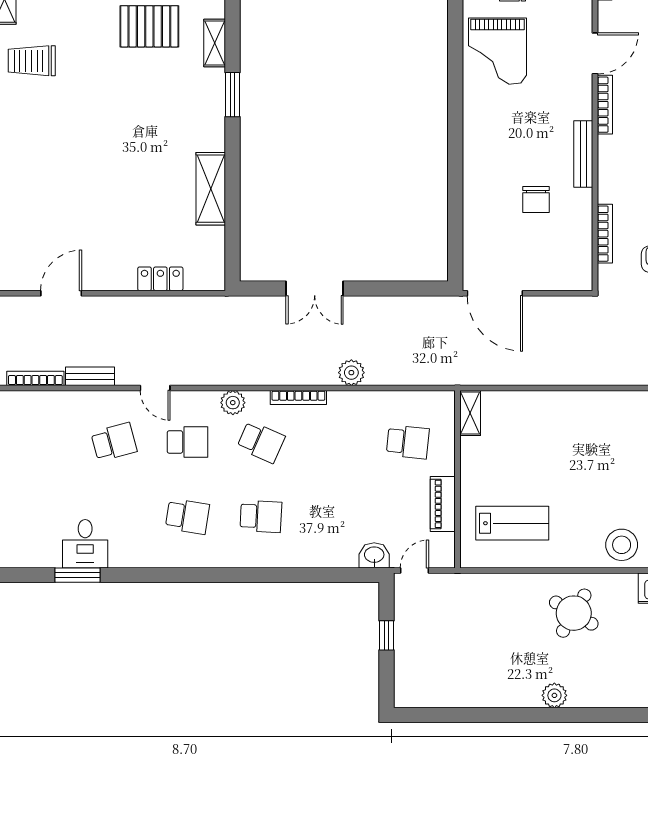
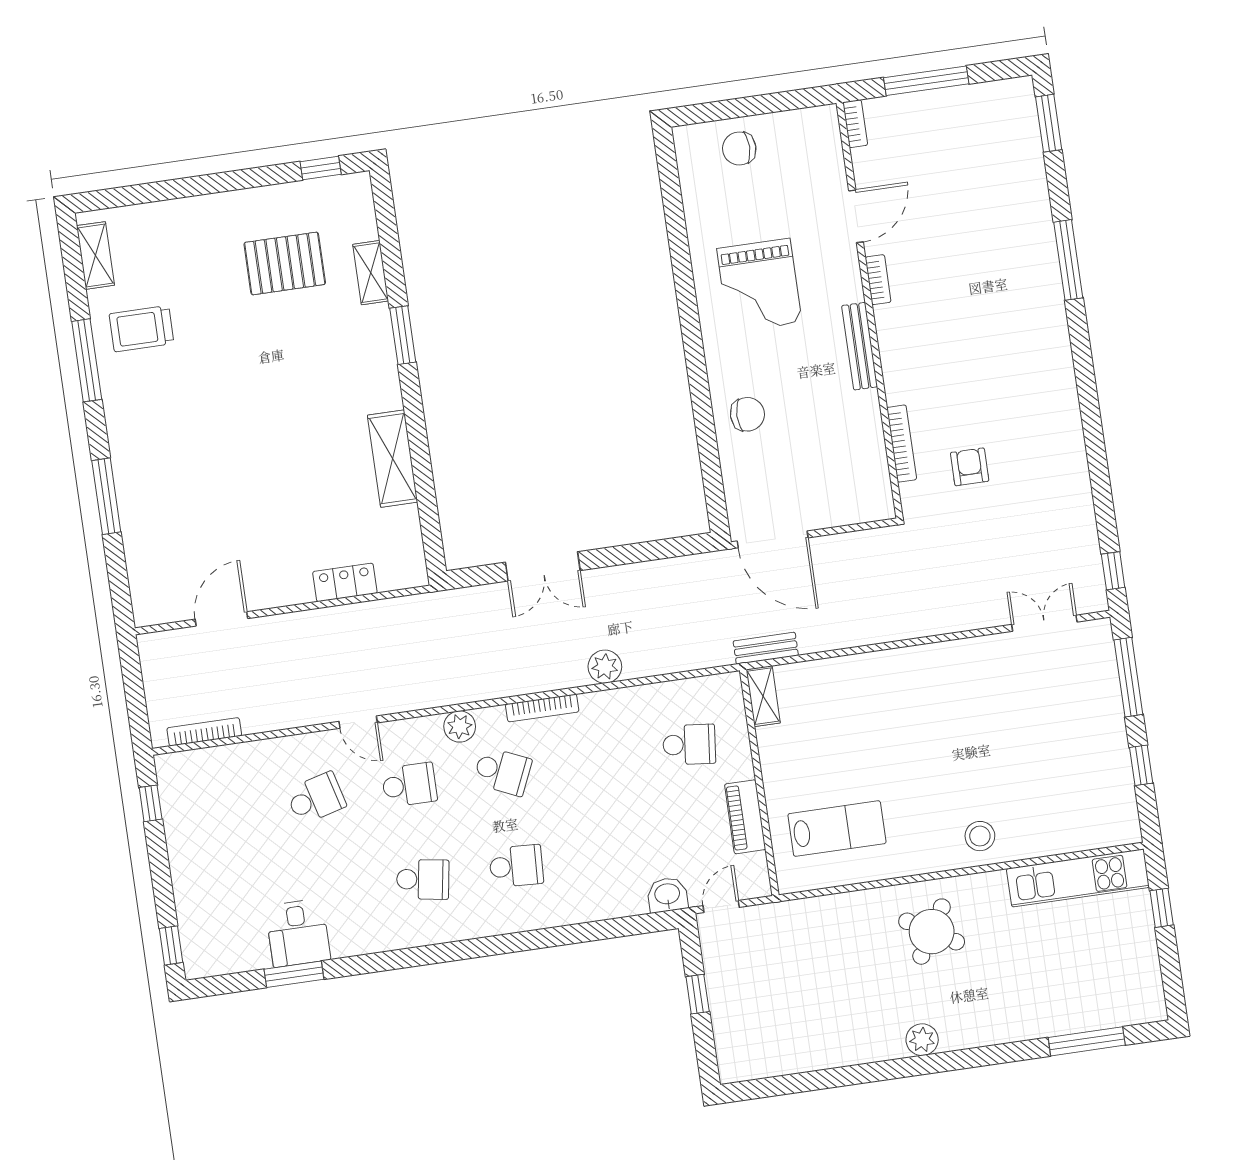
grand piano: (498, 51) -> (759, 285), moved
bookcase: (605, 105) -> (878, 280), width x0.64
chair: (536, 199) -> (747, 414), moved, turned -90
bench: (90, 376) -> (766, 648), moved
stool: (622, 545) -> (980, 836), width x0.73, depth x0.73

